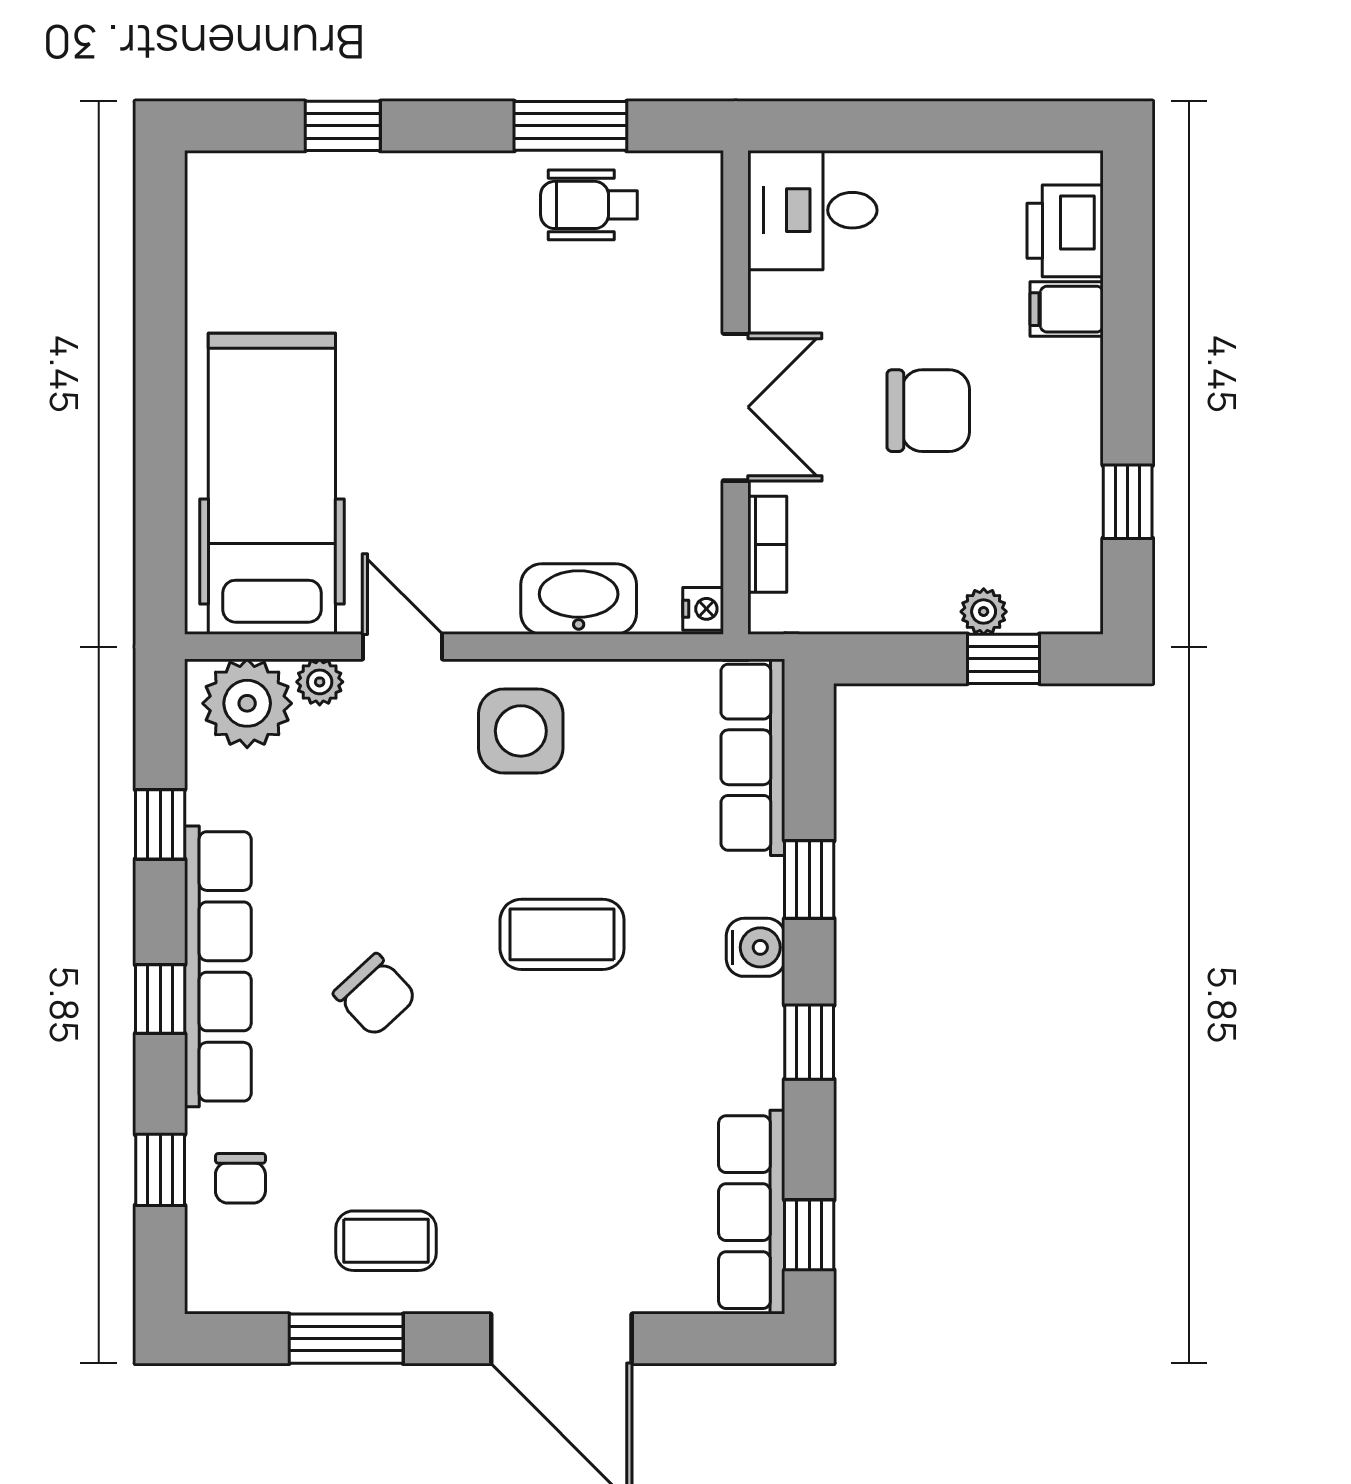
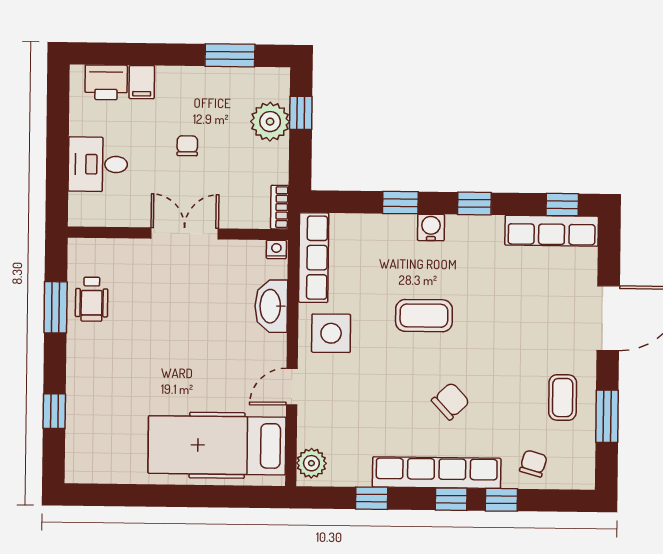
desk: (812, 210) -> (98, 164), moved, turned 90
chair: (928, 411) -> (187, 146), width x0.54, depth x0.54
window: (1128, 502) -> (230, 55), width x1.50
bookcase: (767, 544) -> (280, 207), moved, turned -90
plant: (984, 612) -> (270, 122), width x1.87, depth x1.87
plant: (320, 682) -> (308, 425), removed
plant: (247, 703) -> (311, 463), width x0.73, depth x0.73
row of seats: (753, 757) -> (314, 258), moved, turned -90
coffee table: (562, 934) -> (424, 316), turned 90
window: (160, 1170) -> (501, 500), moved
chair: (240, 1178) -> (533, 464), turned -74

